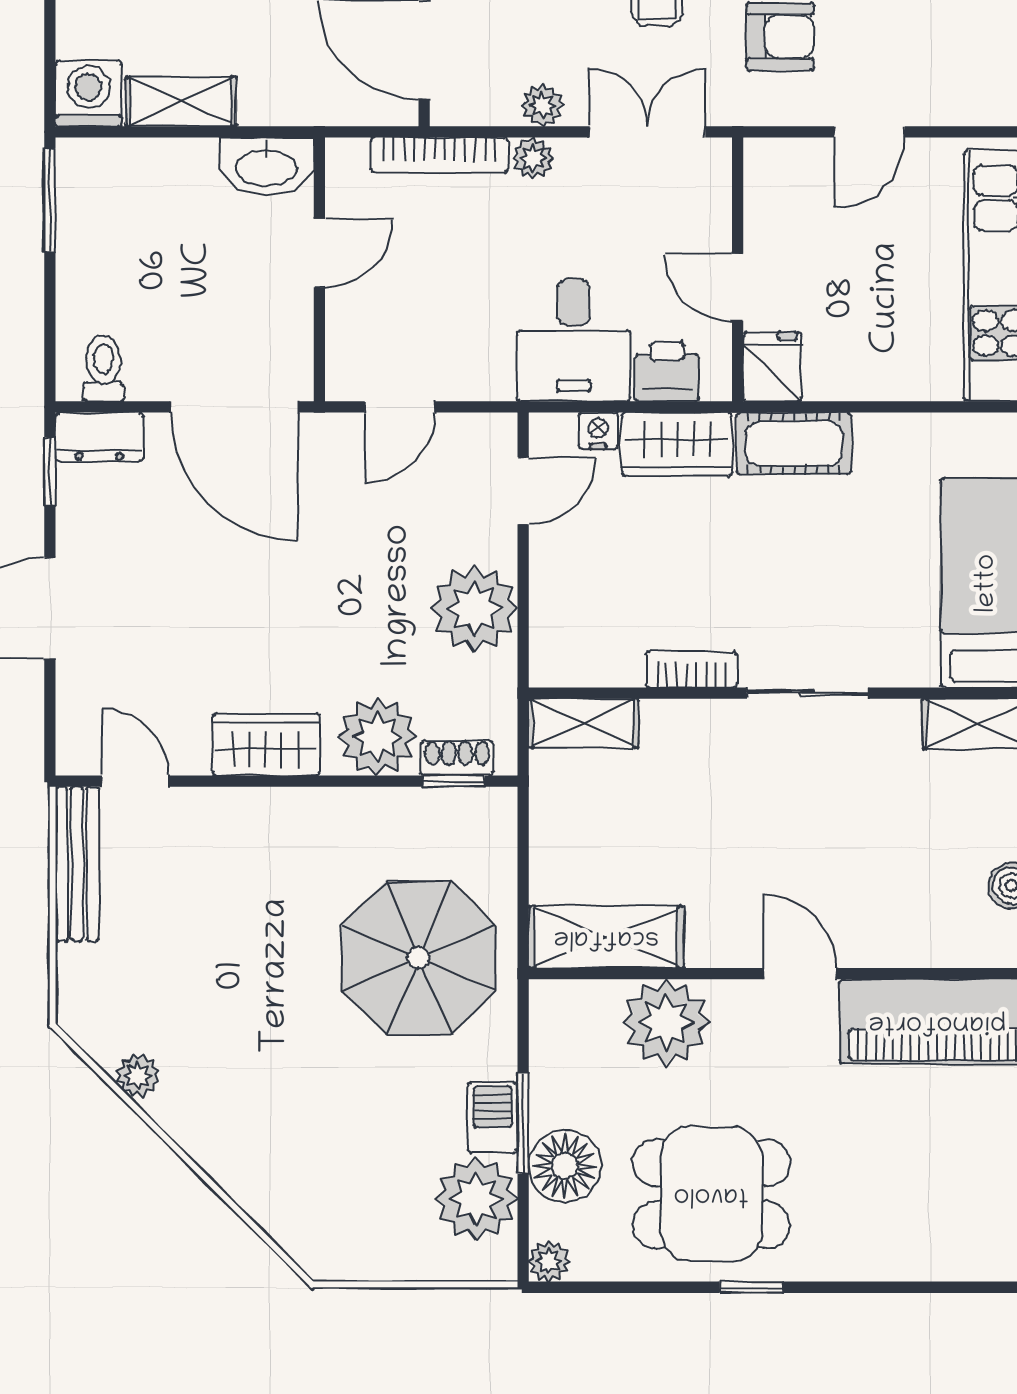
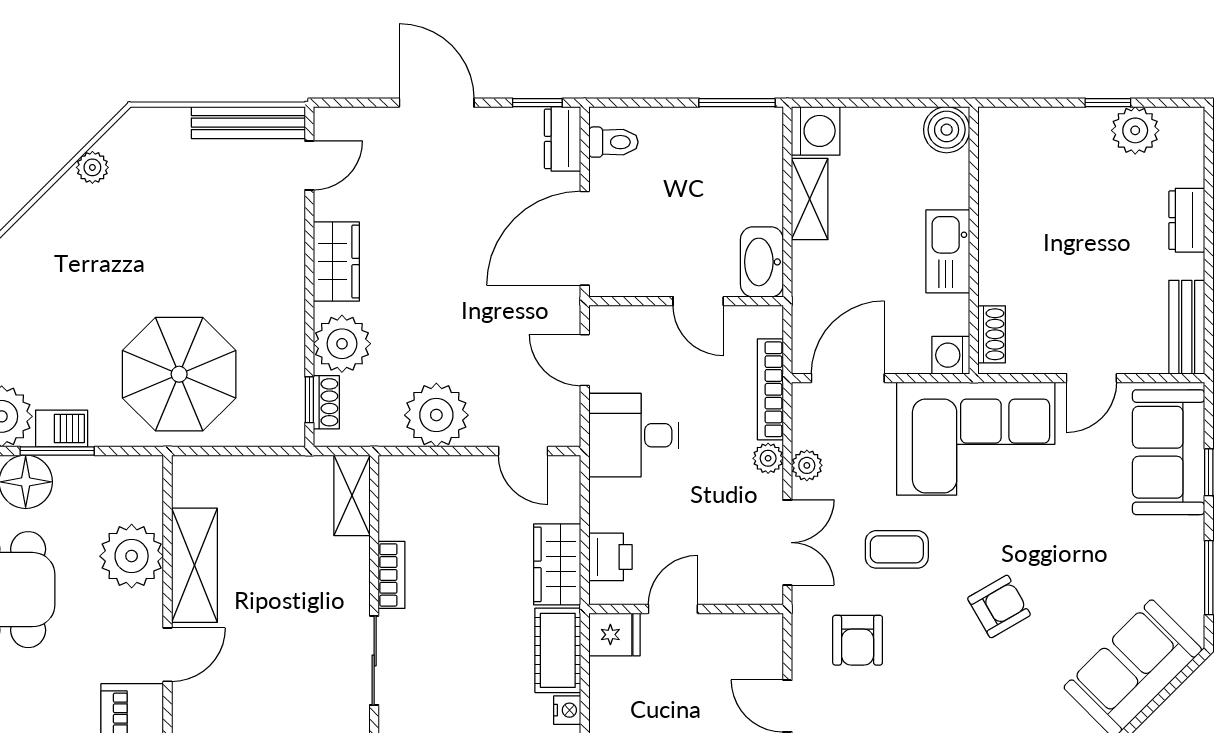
desk: (574, 340) -> (634, 435), moved
nightstand: (598, 431) -> (567, 710), moved
shelving: (606, 937) -> (194, 565), moved

